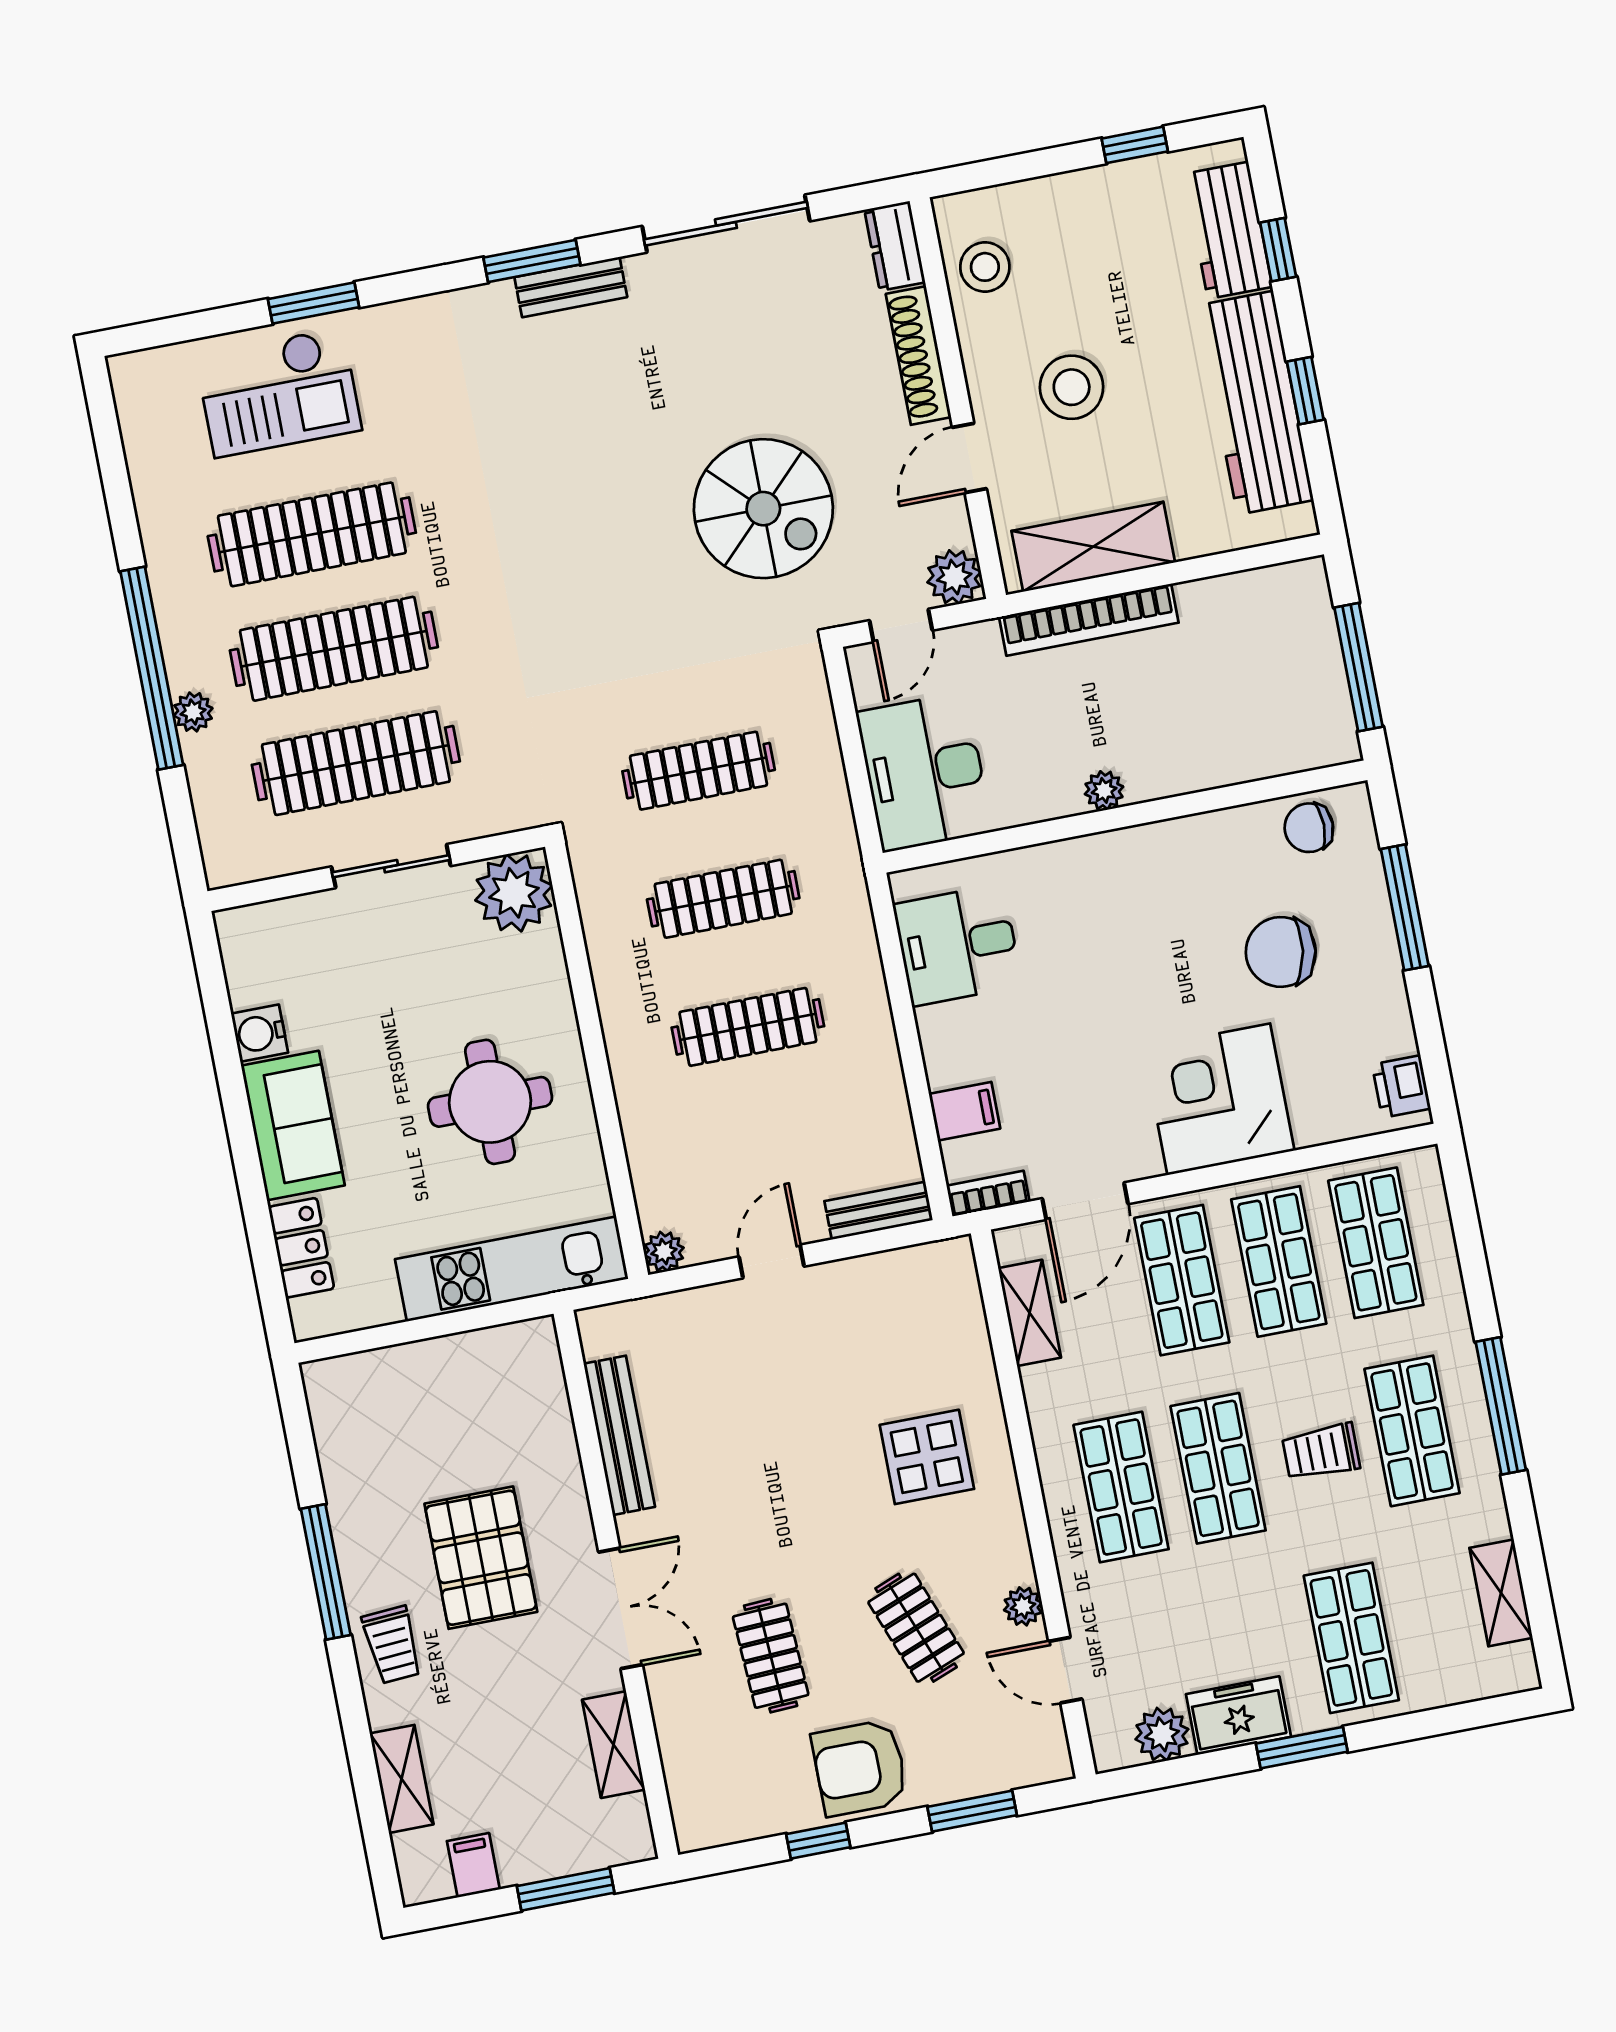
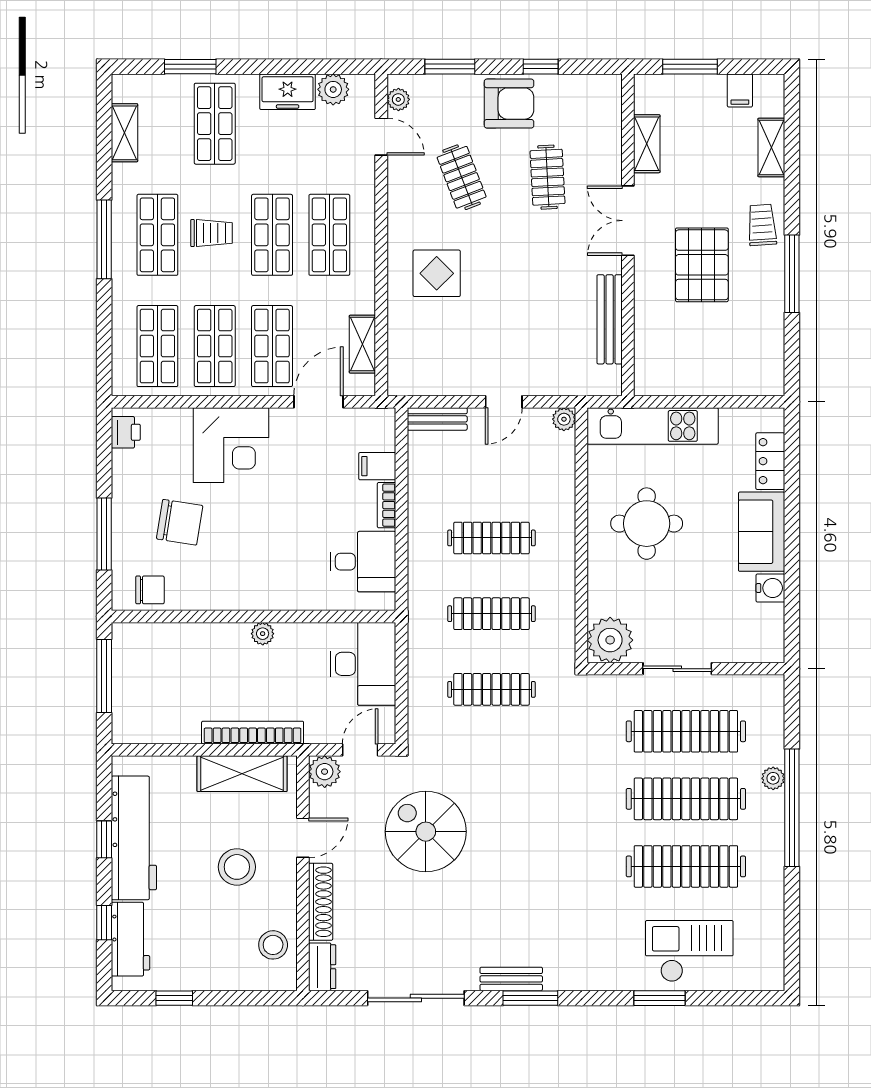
bookcase: (988, 1194) -> (387, 505), moved, turned 90
plant: (1023, 1606) -> (398, 99), moved
window: (1302, 1748) -> (190, 67), moved

